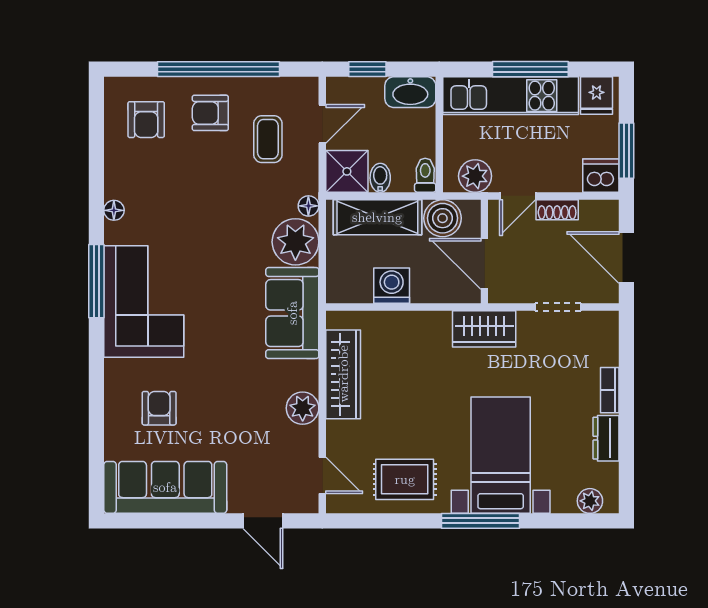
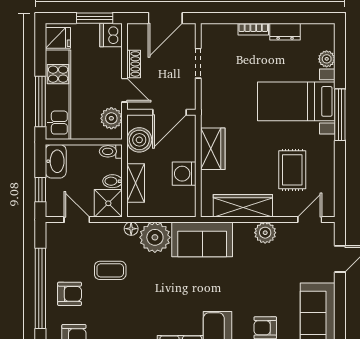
window: (530, 69) -> (40, 101), moved
armchair: (210, 113) -> (70, 294), turned -90
coffee table: (268, 139) -> (110, 270), moved
shelving: (377, 217) -> (136, 183), width x0.67, depth x0.75
wardrobe: (484, 329) -> (213, 149), moved
rug: (405, 479) -> (292, 170), moved
plant: (590, 501) -> (327, 59), moved

